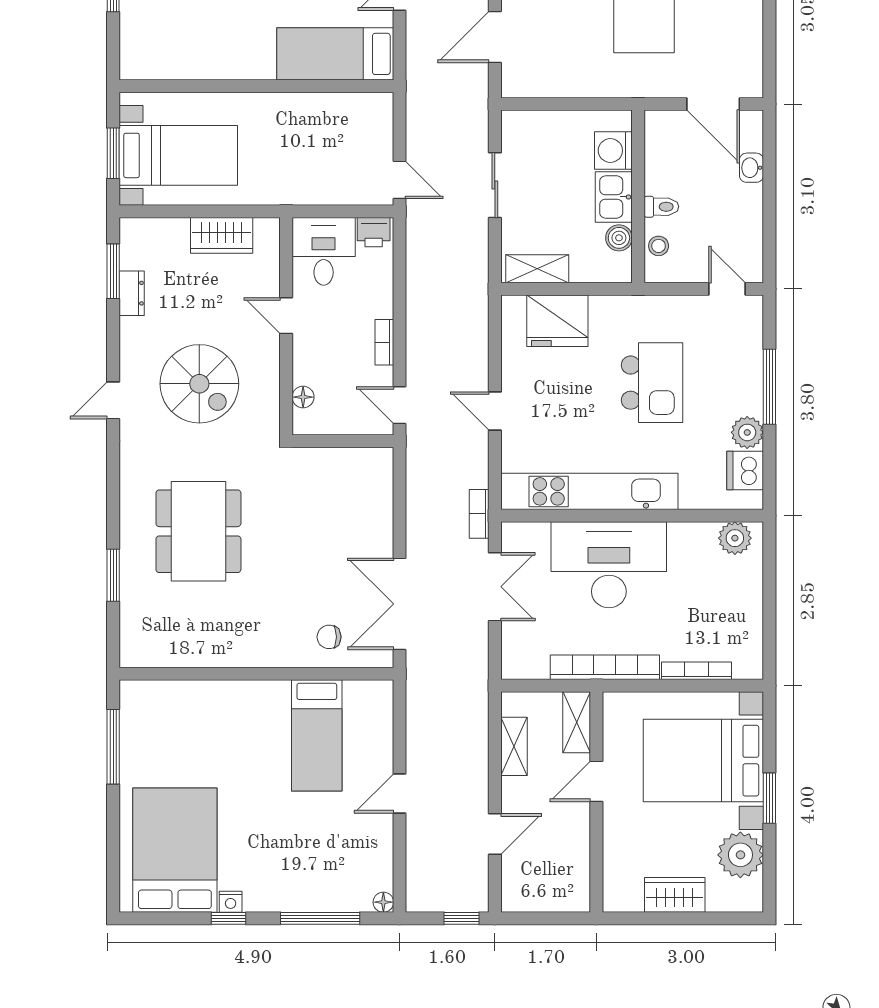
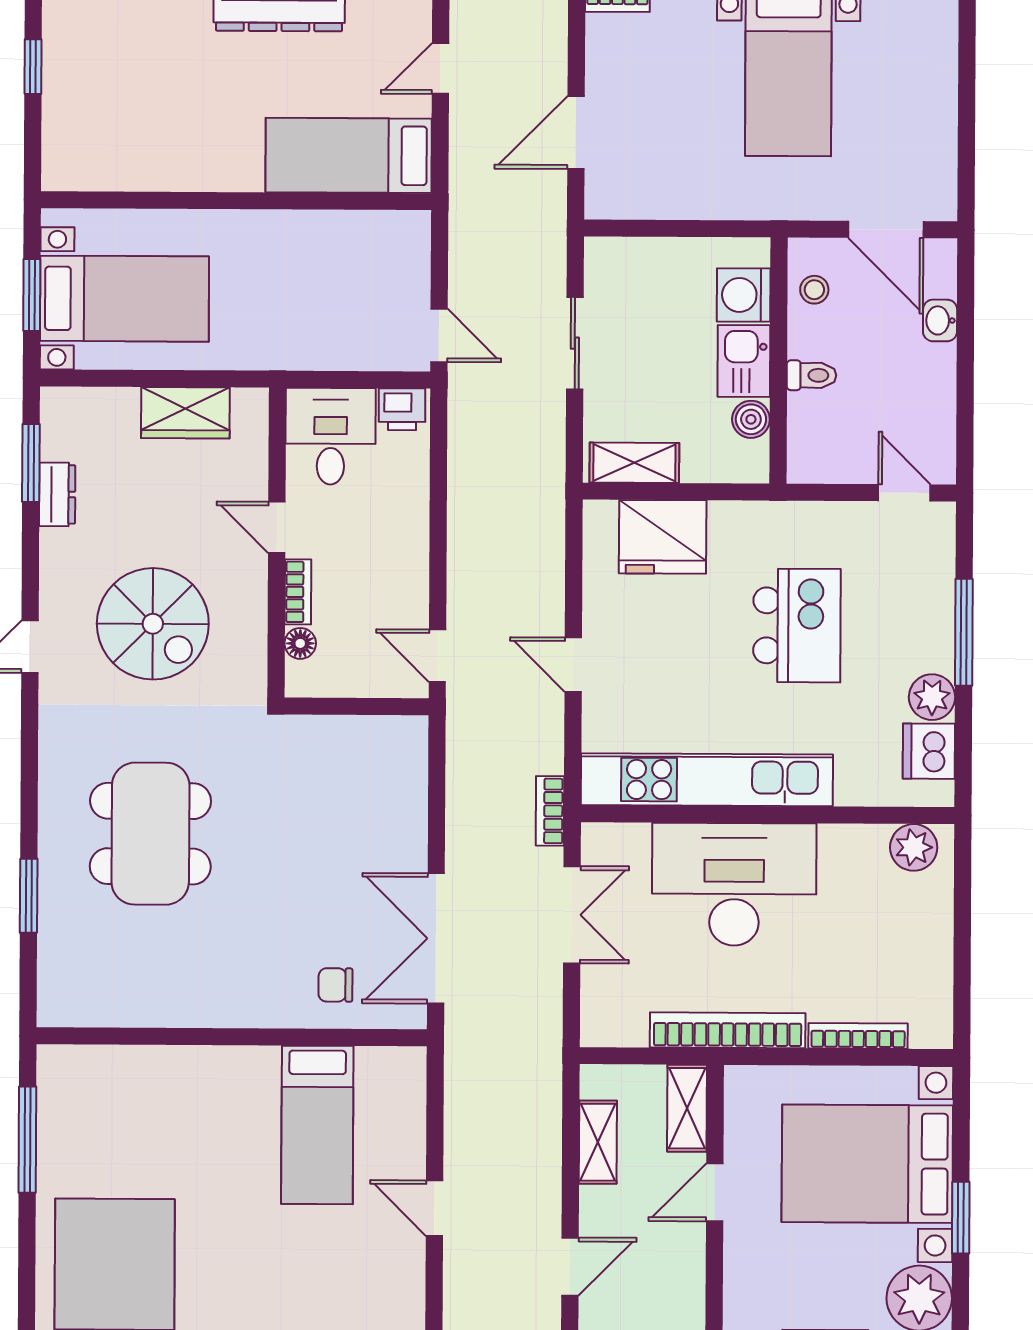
stool: (659, 246) -> (814, 290), moved
bookcase: (384, 342) -> (298, 592), moved, turned 180
door: (399, 793) -> (434, 1208), hinge flipped

